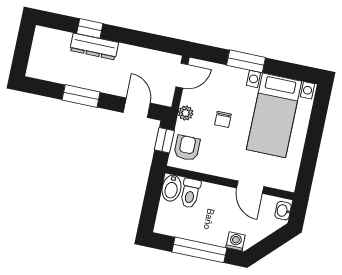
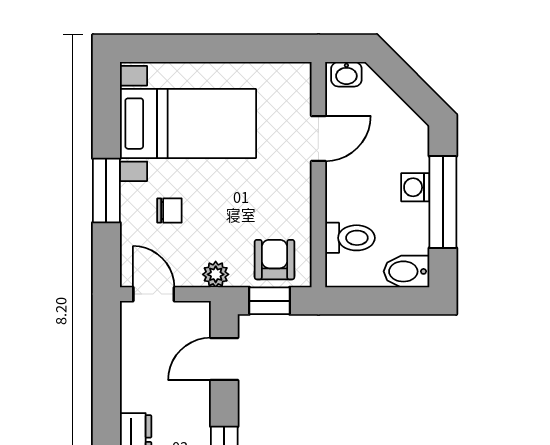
chair: (223, 119) -> (169, 211), moved
armchair: (187, 148) -> (274, 260), turned 90
bidet: (171, 188) -> (407, 271), moved, turned 180
washing machine: (236, 241) -> (415, 187), moved

